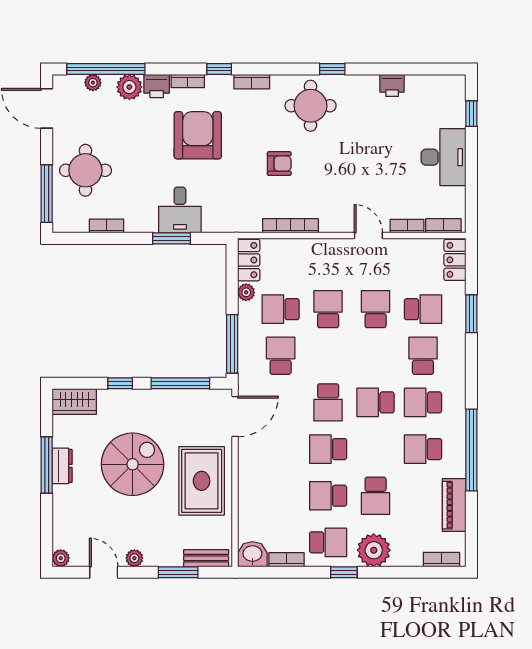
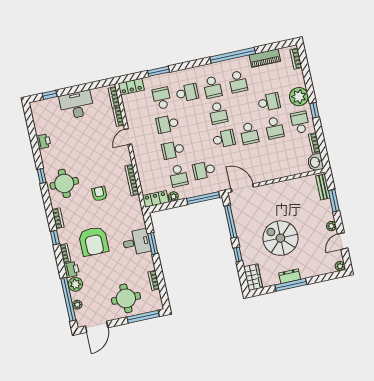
armchair: (198, 135) -> (94, 241), turned -90
school desk: (423, 356) -> (187, 93), turned 180
rug: (202, 481) -> (281, 199), removed

